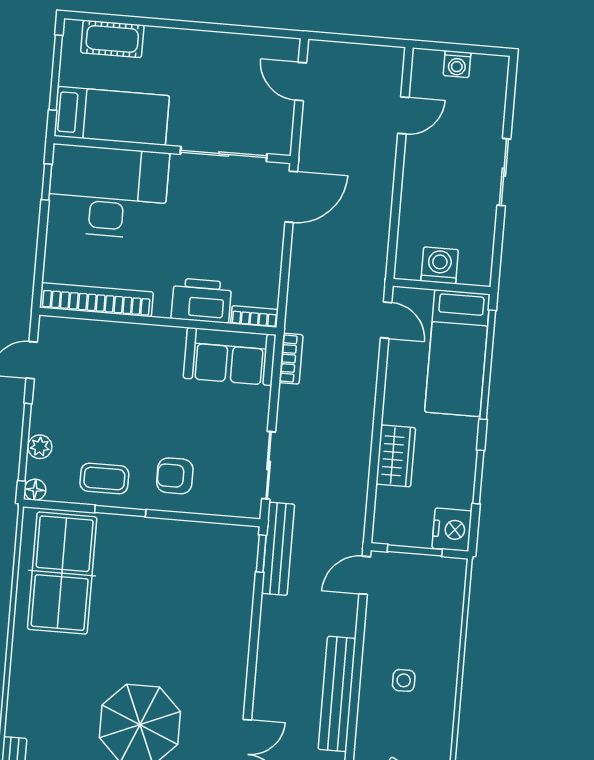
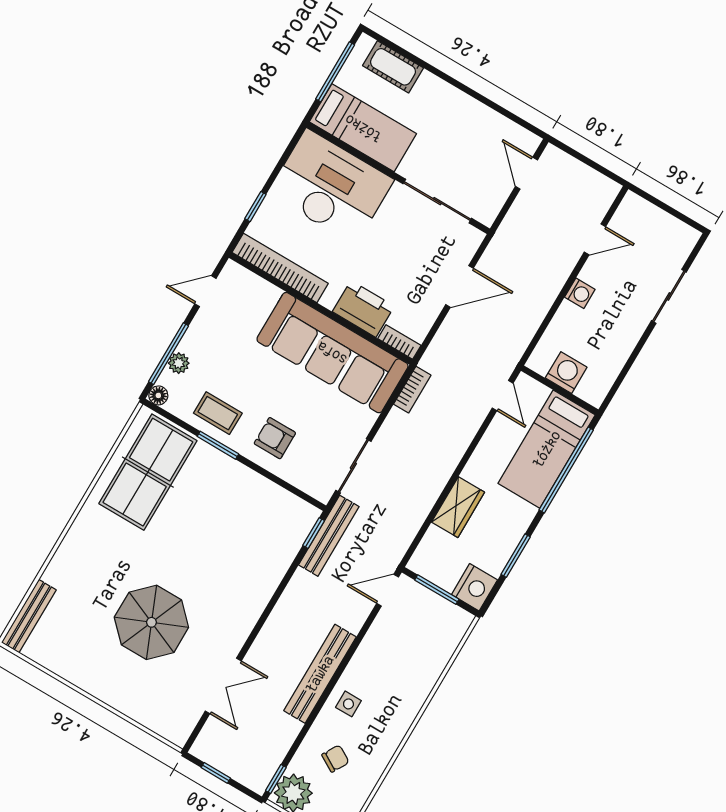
washing machine: (457, 64) -> (580, 293), moved, turned -90
sliding door: (504, 172) -> (669, 296), moved
window: (47, 182) -> (255, 207), moved
door: (291, 197) -> (459, 286), moved
sofa: (230, 356) -> (332, 353), width x1.85, depth x1.27
side table: (404, 680) -> (348, 704), moved

